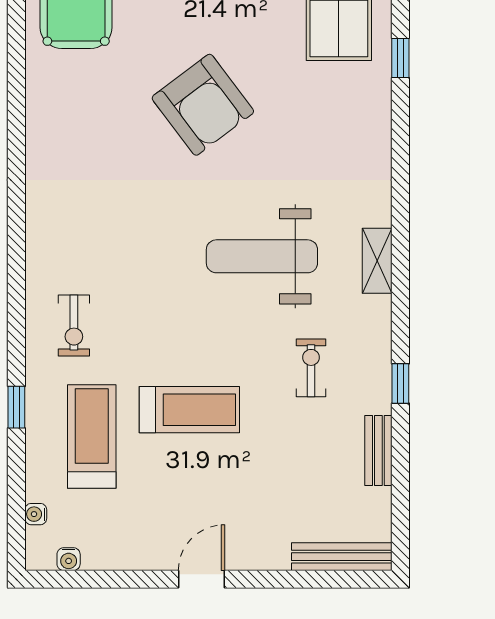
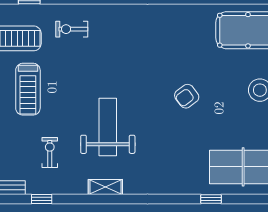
armchair: (203, 105) -> (187, 96), width x0.53, depth x0.53
exercise bike: (311, 368) -> (50, 152), turned -90

